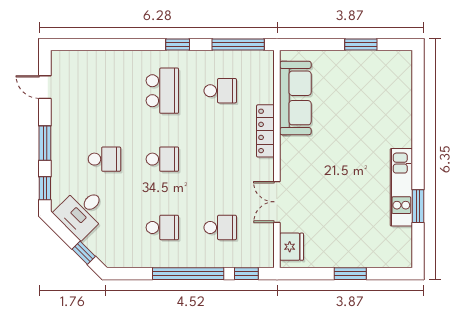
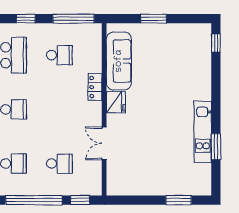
window: (361, 45) -> (154, 19), moved
window: (418, 75) -> (216, 43), added
locker: (265, 131) -> (95, 87), width x0.66
fridge: (292, 247) -> (116, 102), moved
window: (350, 274) -> (179, 200), moved

